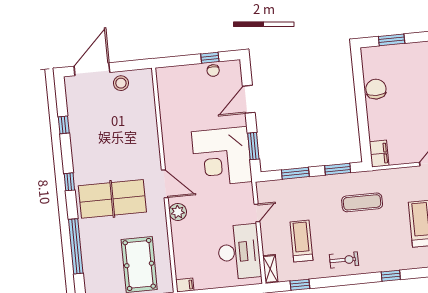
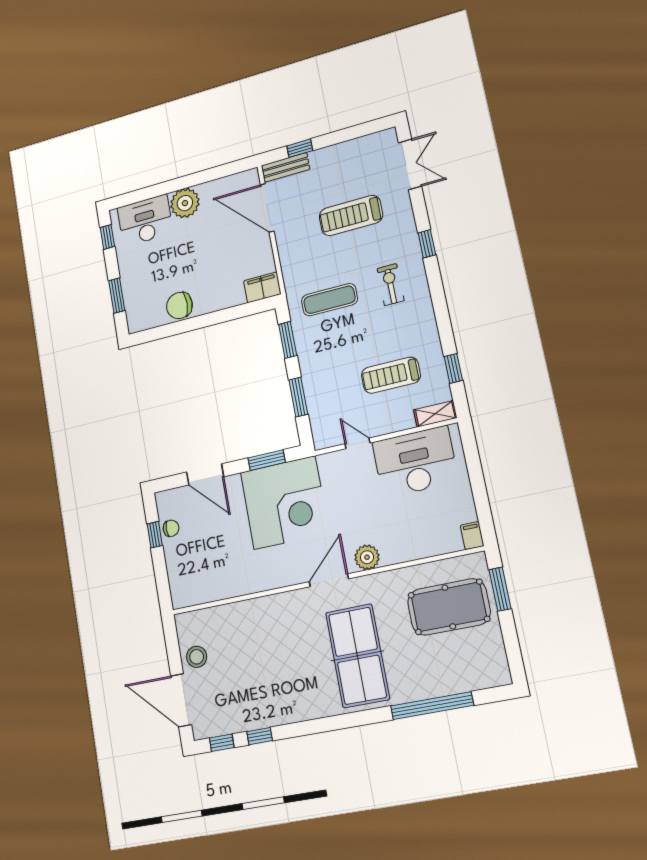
window: (69, 182) -> (222, 743), moved
exercise mat: (362, 202) -> (329, 300), turned 90
exercise bike: (344, 260) -> (391, 285), moved

